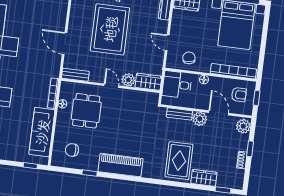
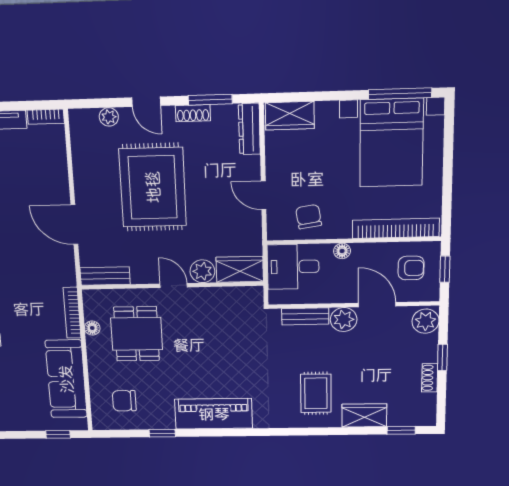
rug: (179, 161) -> (316, 393), width x0.73, depth x0.70

